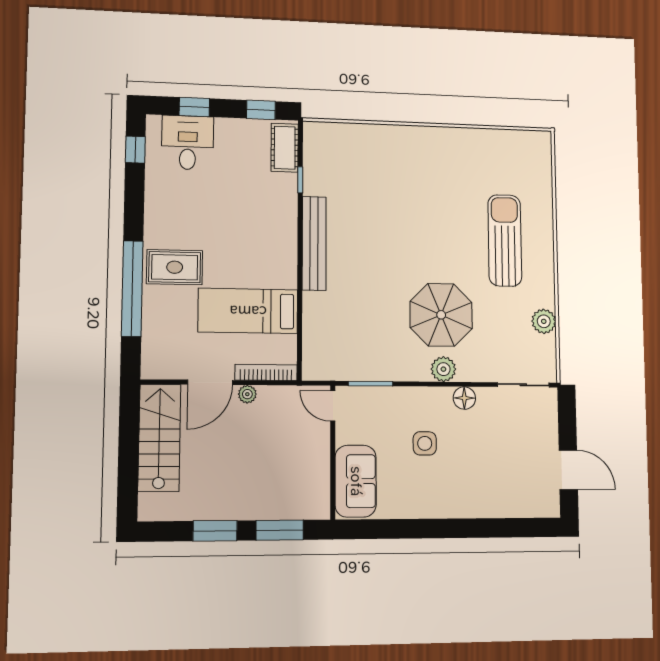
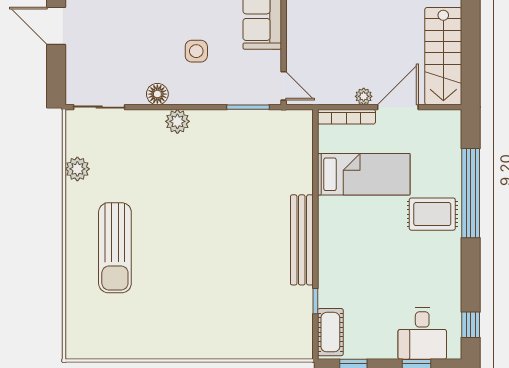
parasol: (441, 315) -> (179, 174), removed

